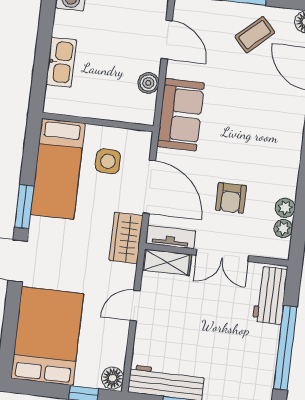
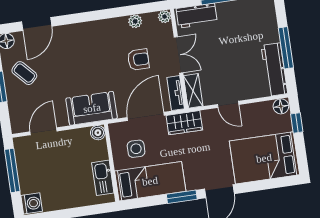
kitchen sink: (61, 62) -> (103, 178), moved, turned -90
boiler: (148, 83) -> (98, 133), moved
plant: (283, 228) -> (165, 17), moved

